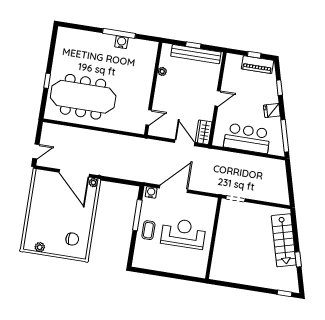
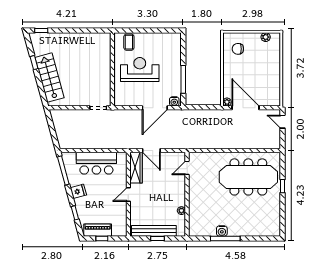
wardrobe: (204, 132) -> (136, 168), width x1.50
door: (36, 151) -> (283, 122), hinge flipped
coffee table: (148, 230) -> (129, 42), moved
reception desk: (183, 233) -> (140, 69), turned 180

